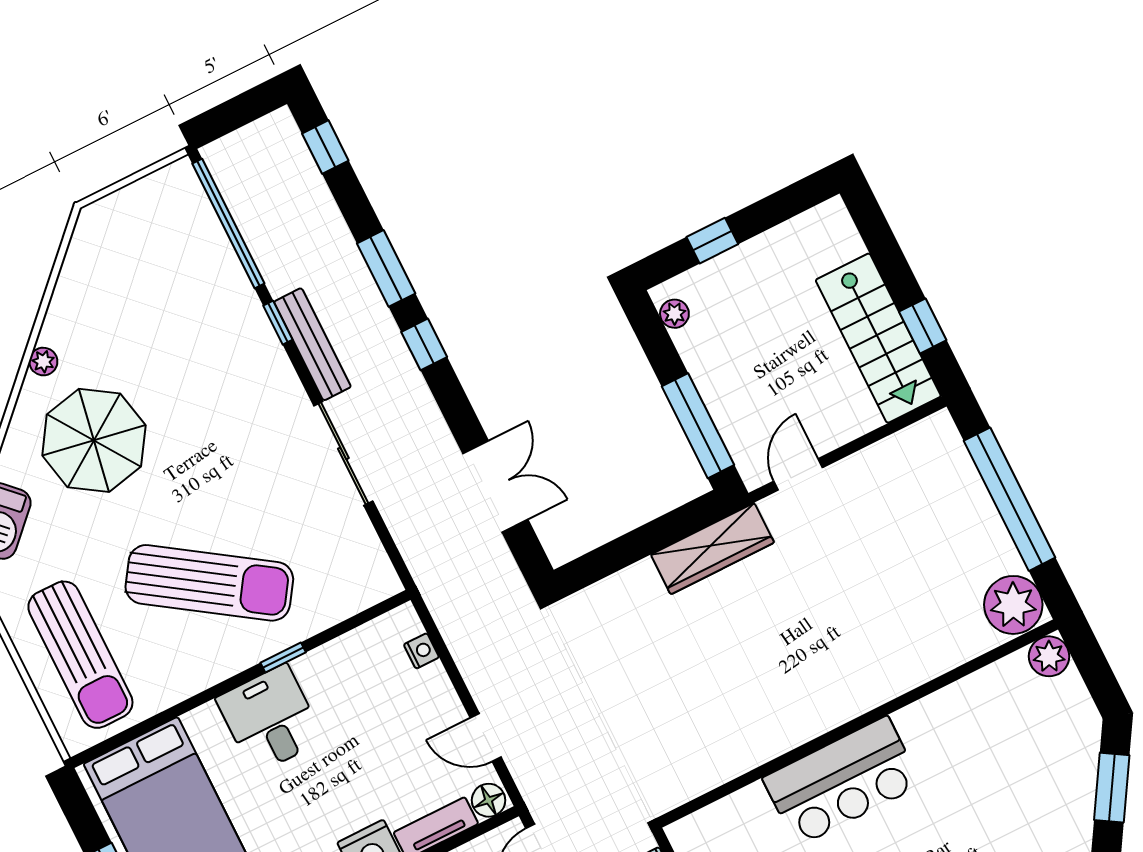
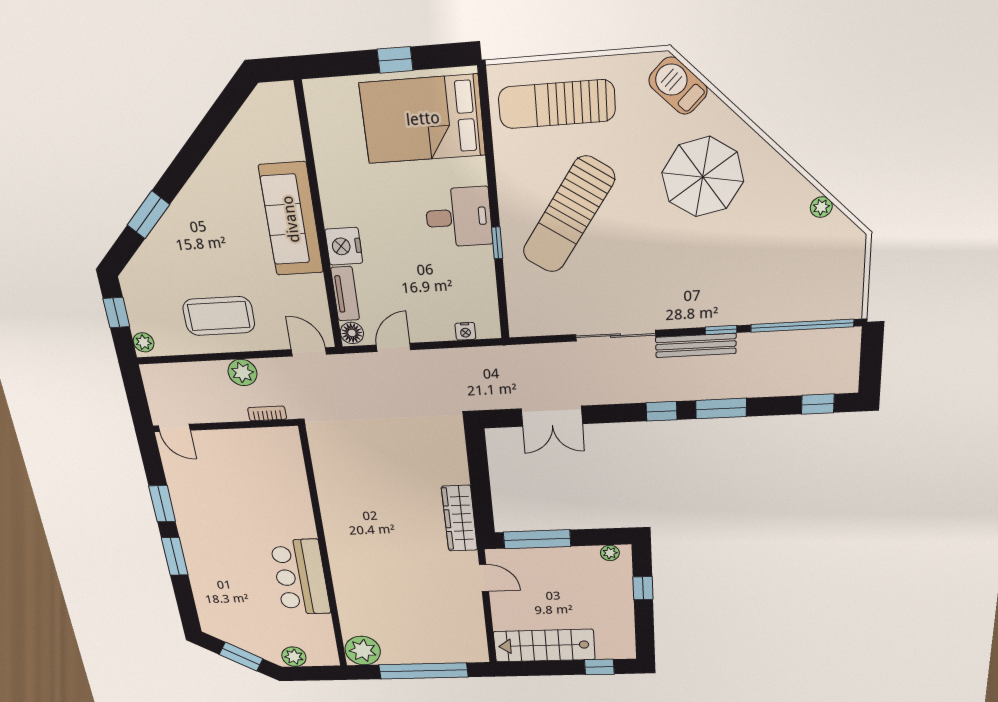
window: (923, 326) -> (599, 667), moved
plant: (43, 362) -> (821, 207), moved
plant: (1049, 656) -> (294, 657), moved
bar counter: (842, 781) -> (301, 577), moved

